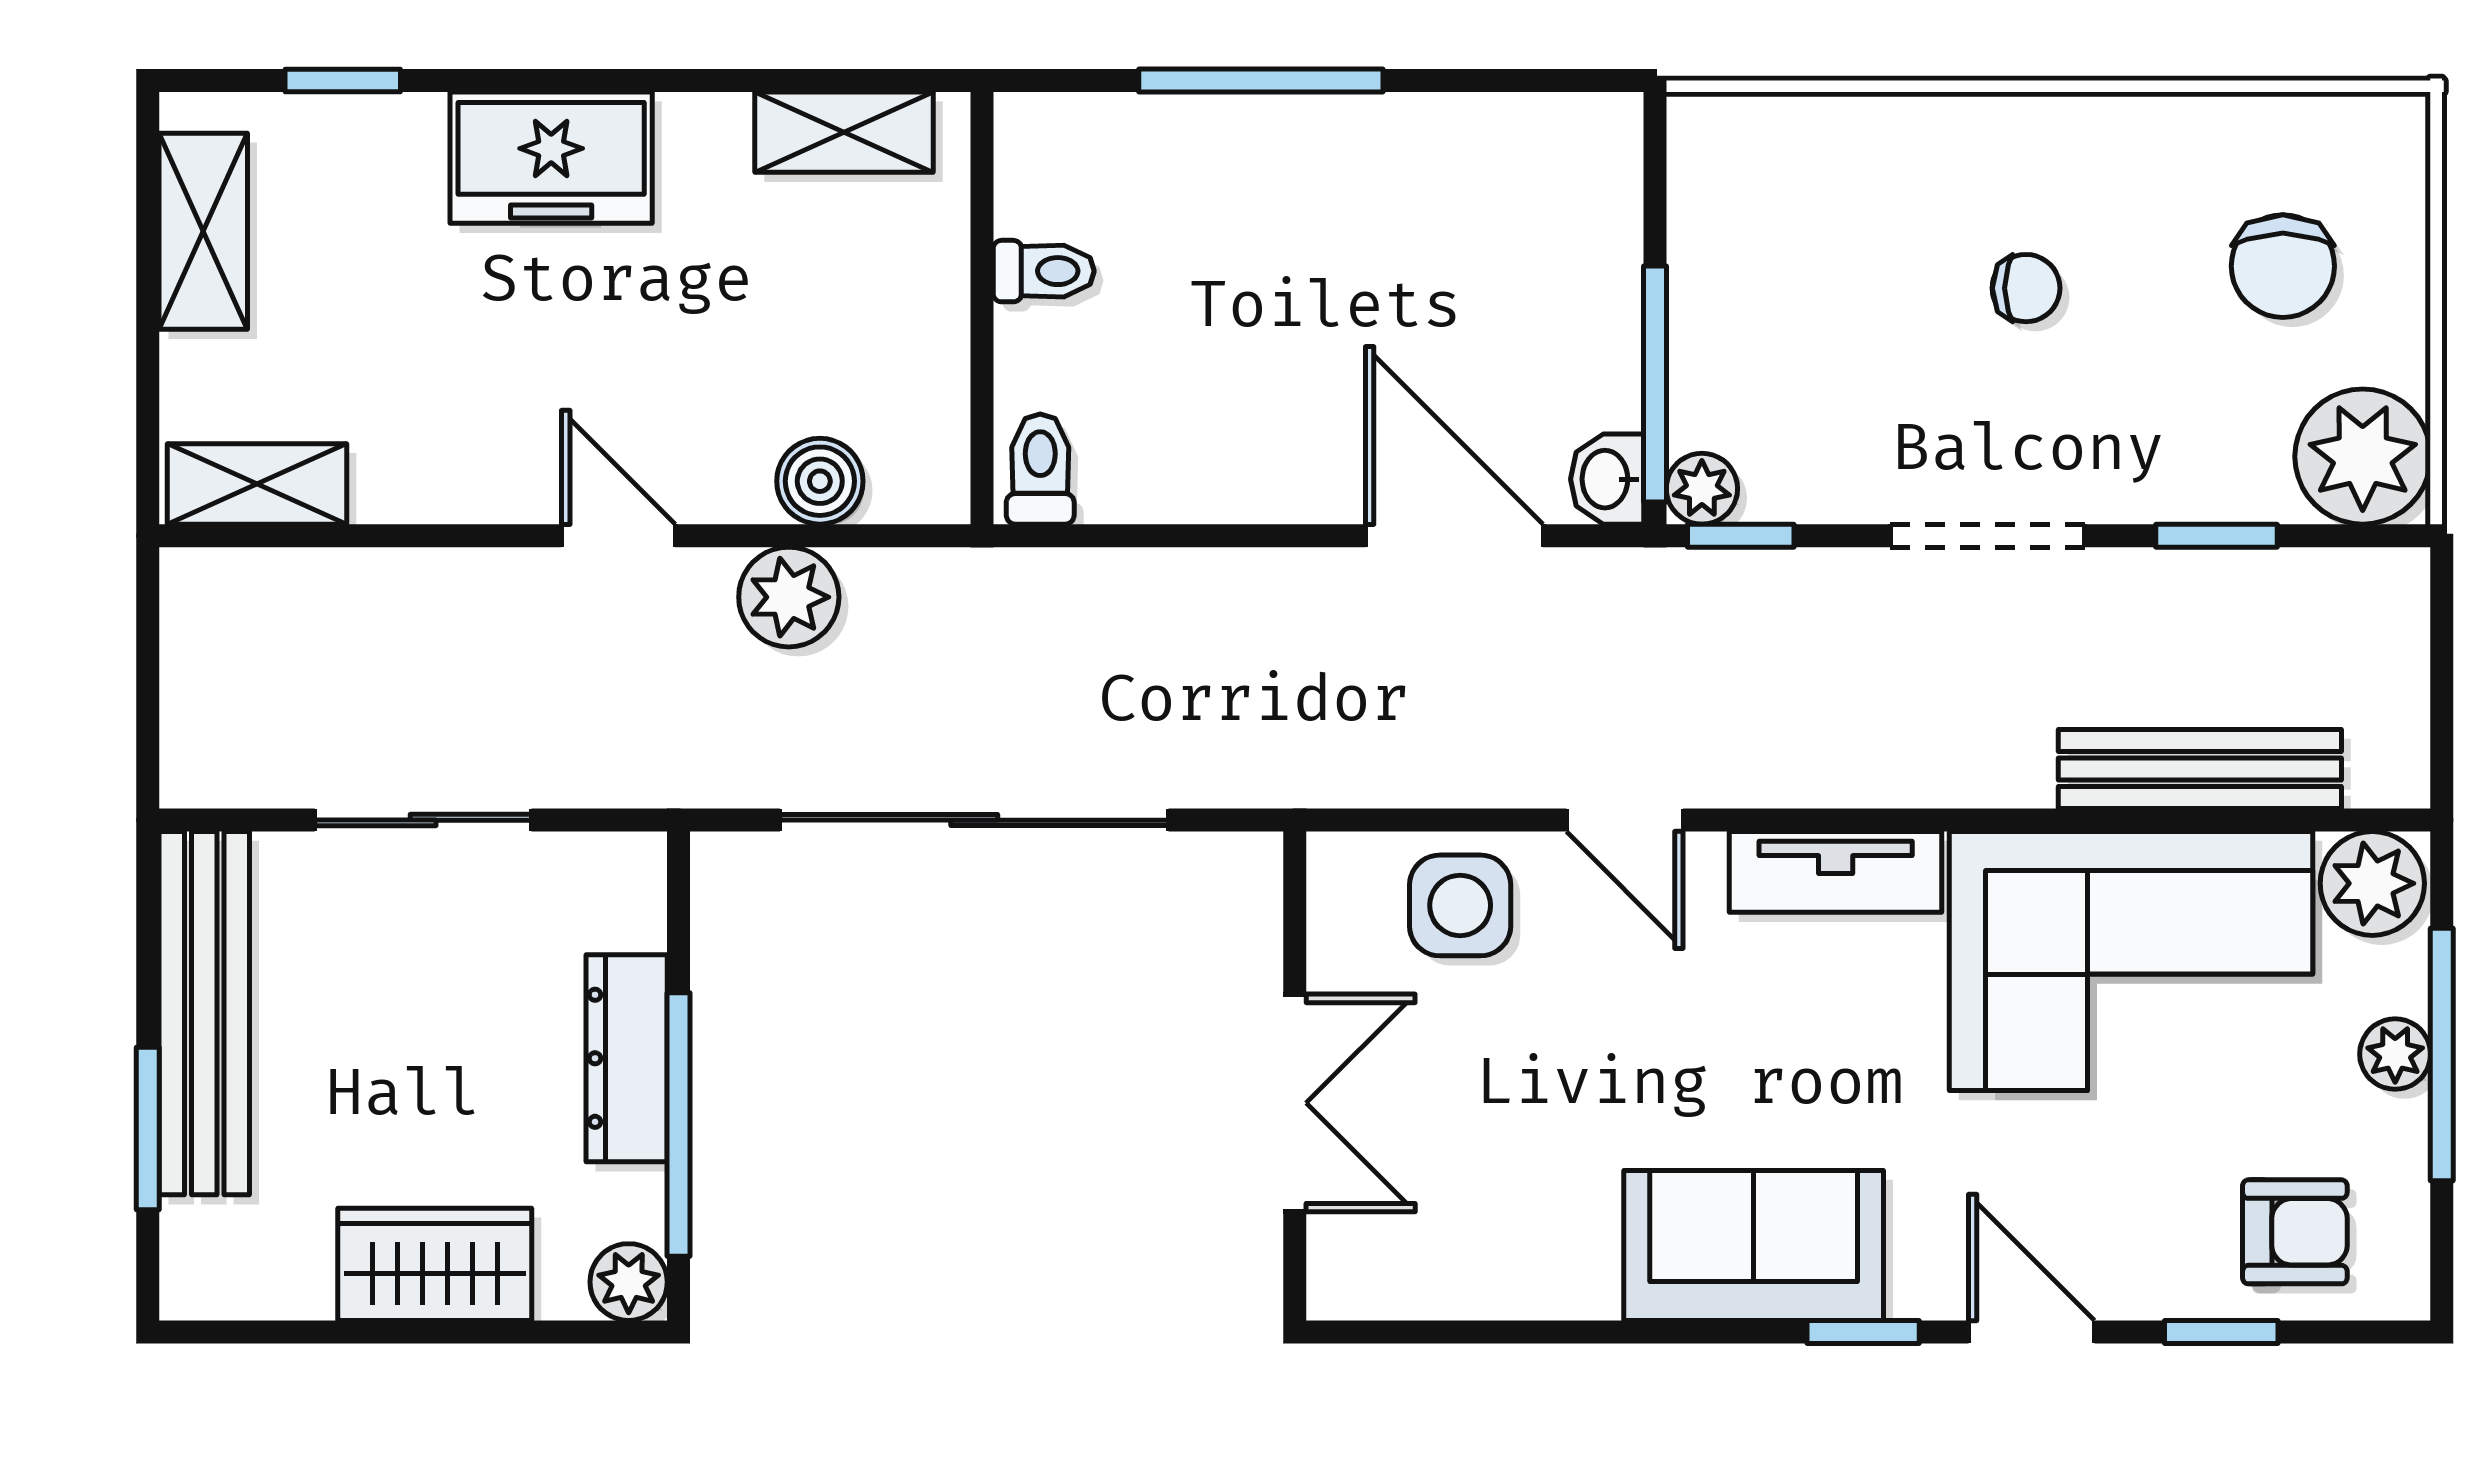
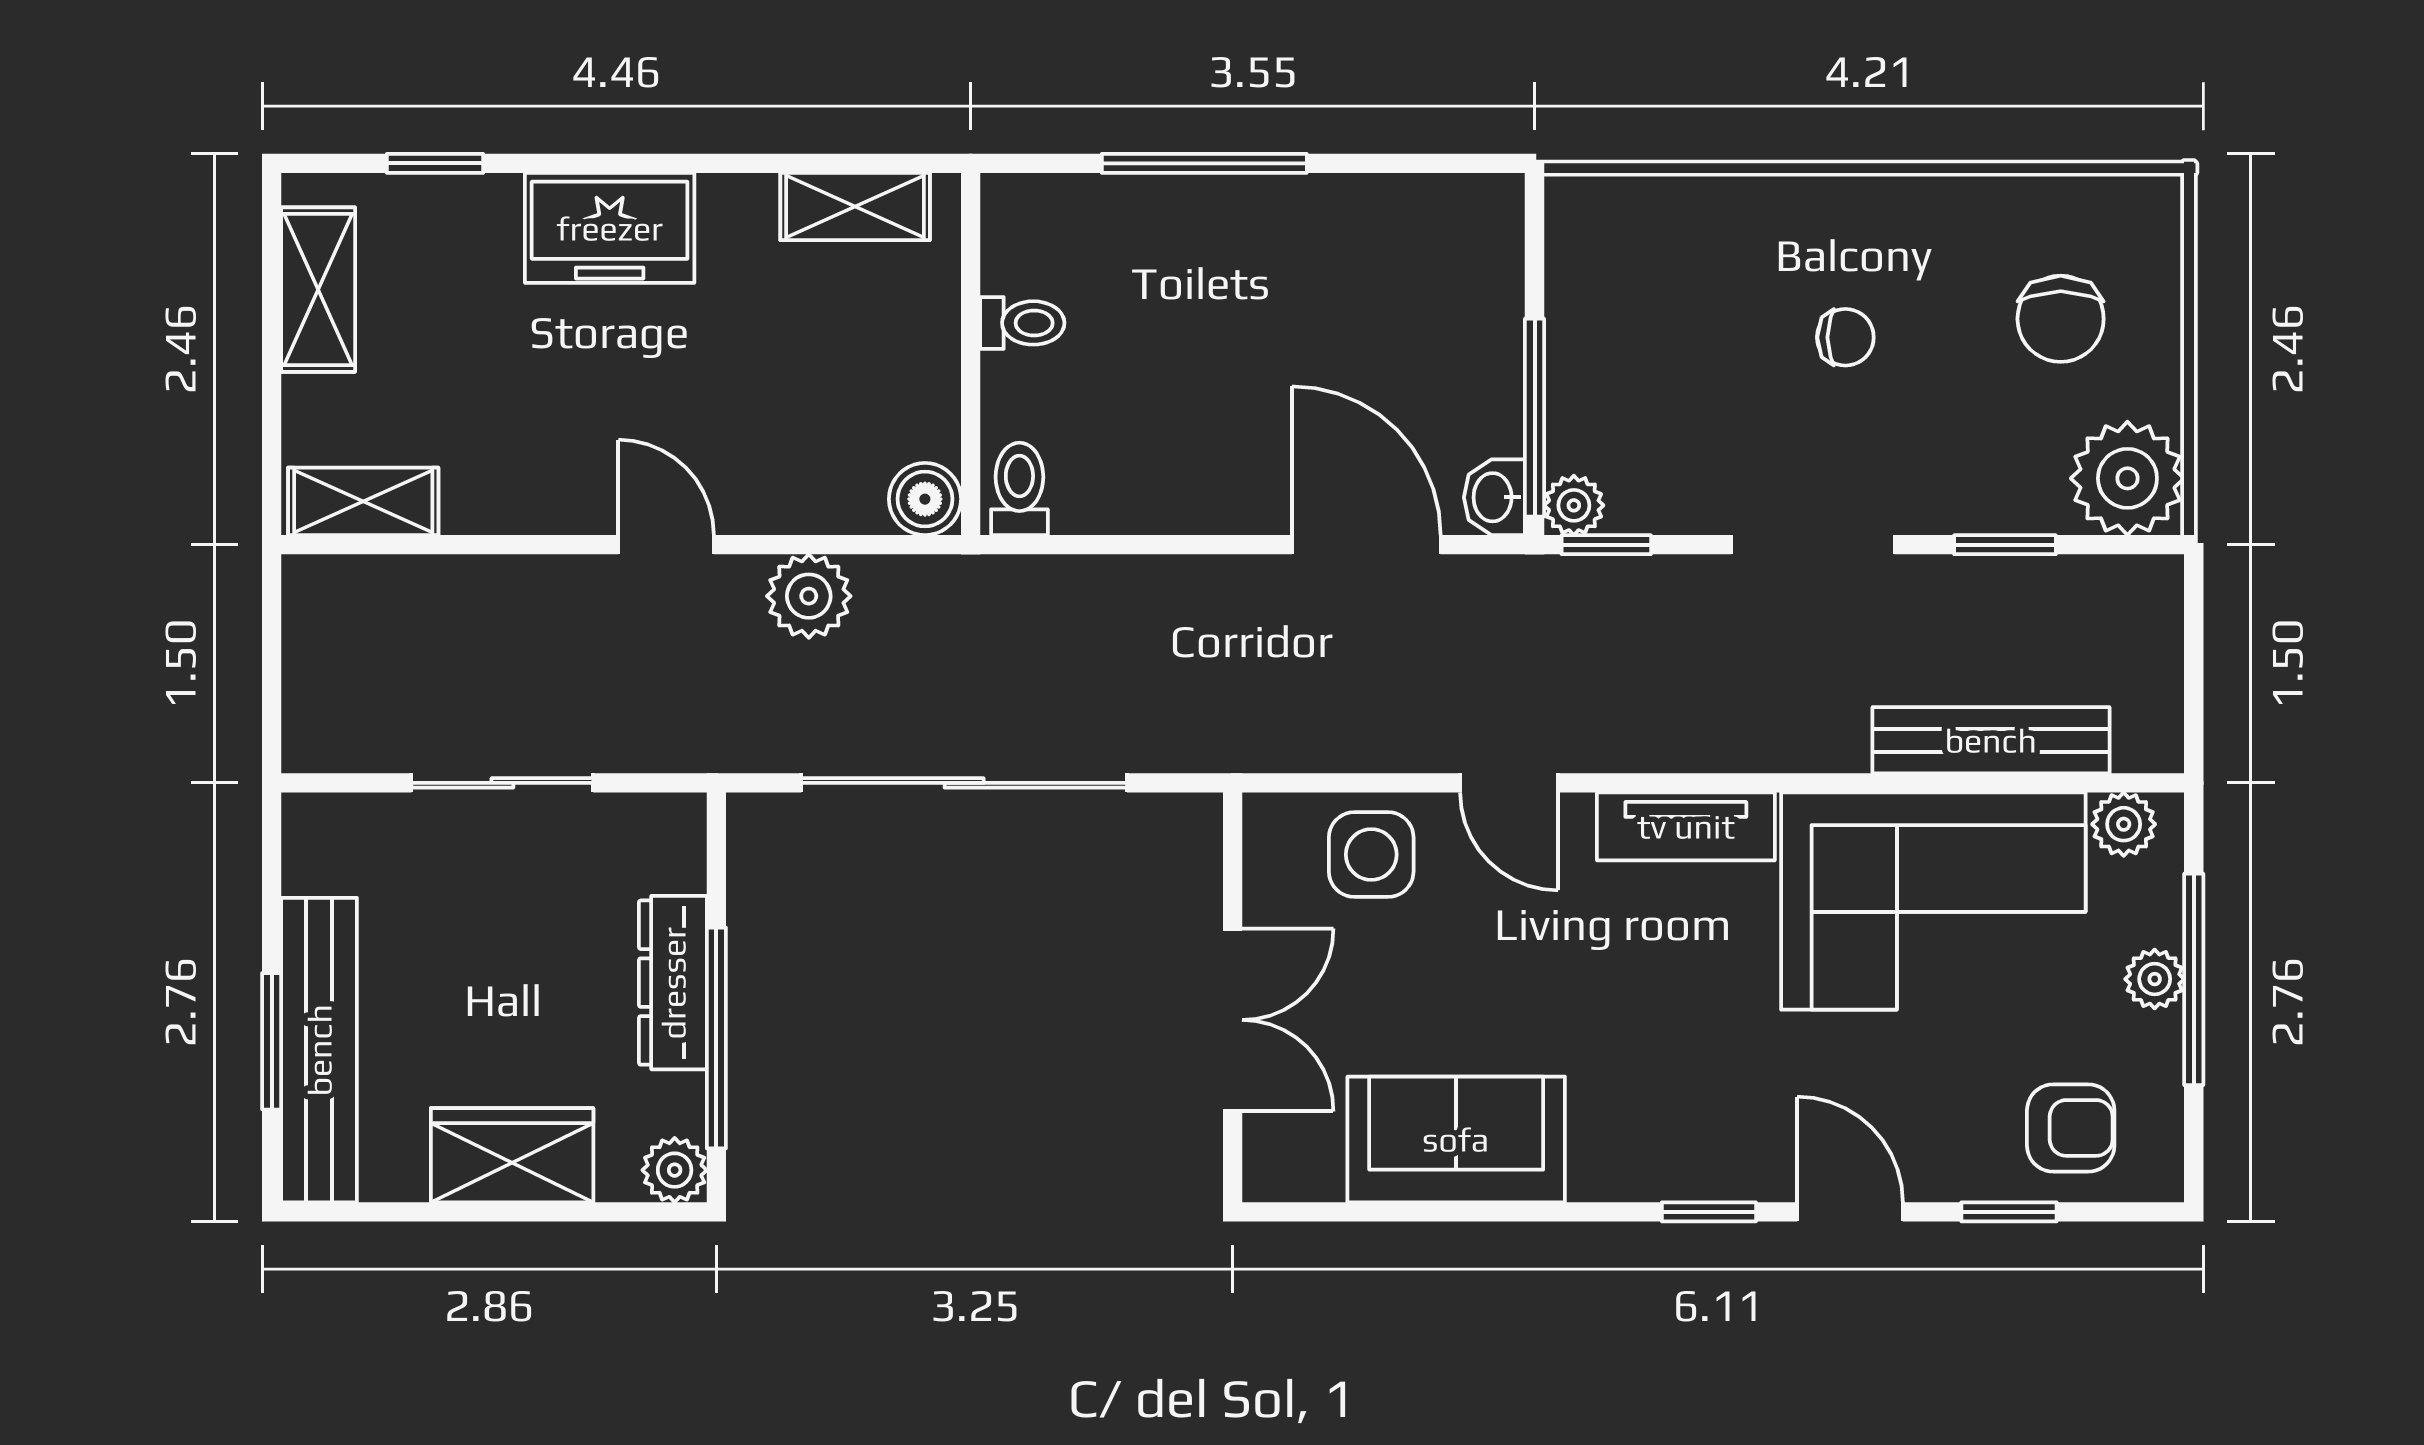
boiler: (820, 481) -> (925, 499), moved
plant: (2372, 883) -> (2124, 824), width x0.73, depth x0.73
bench: (204, 1013) -> (319, 1050), moved
sofa: (1754, 1246) -> (1456, 1139), moved

